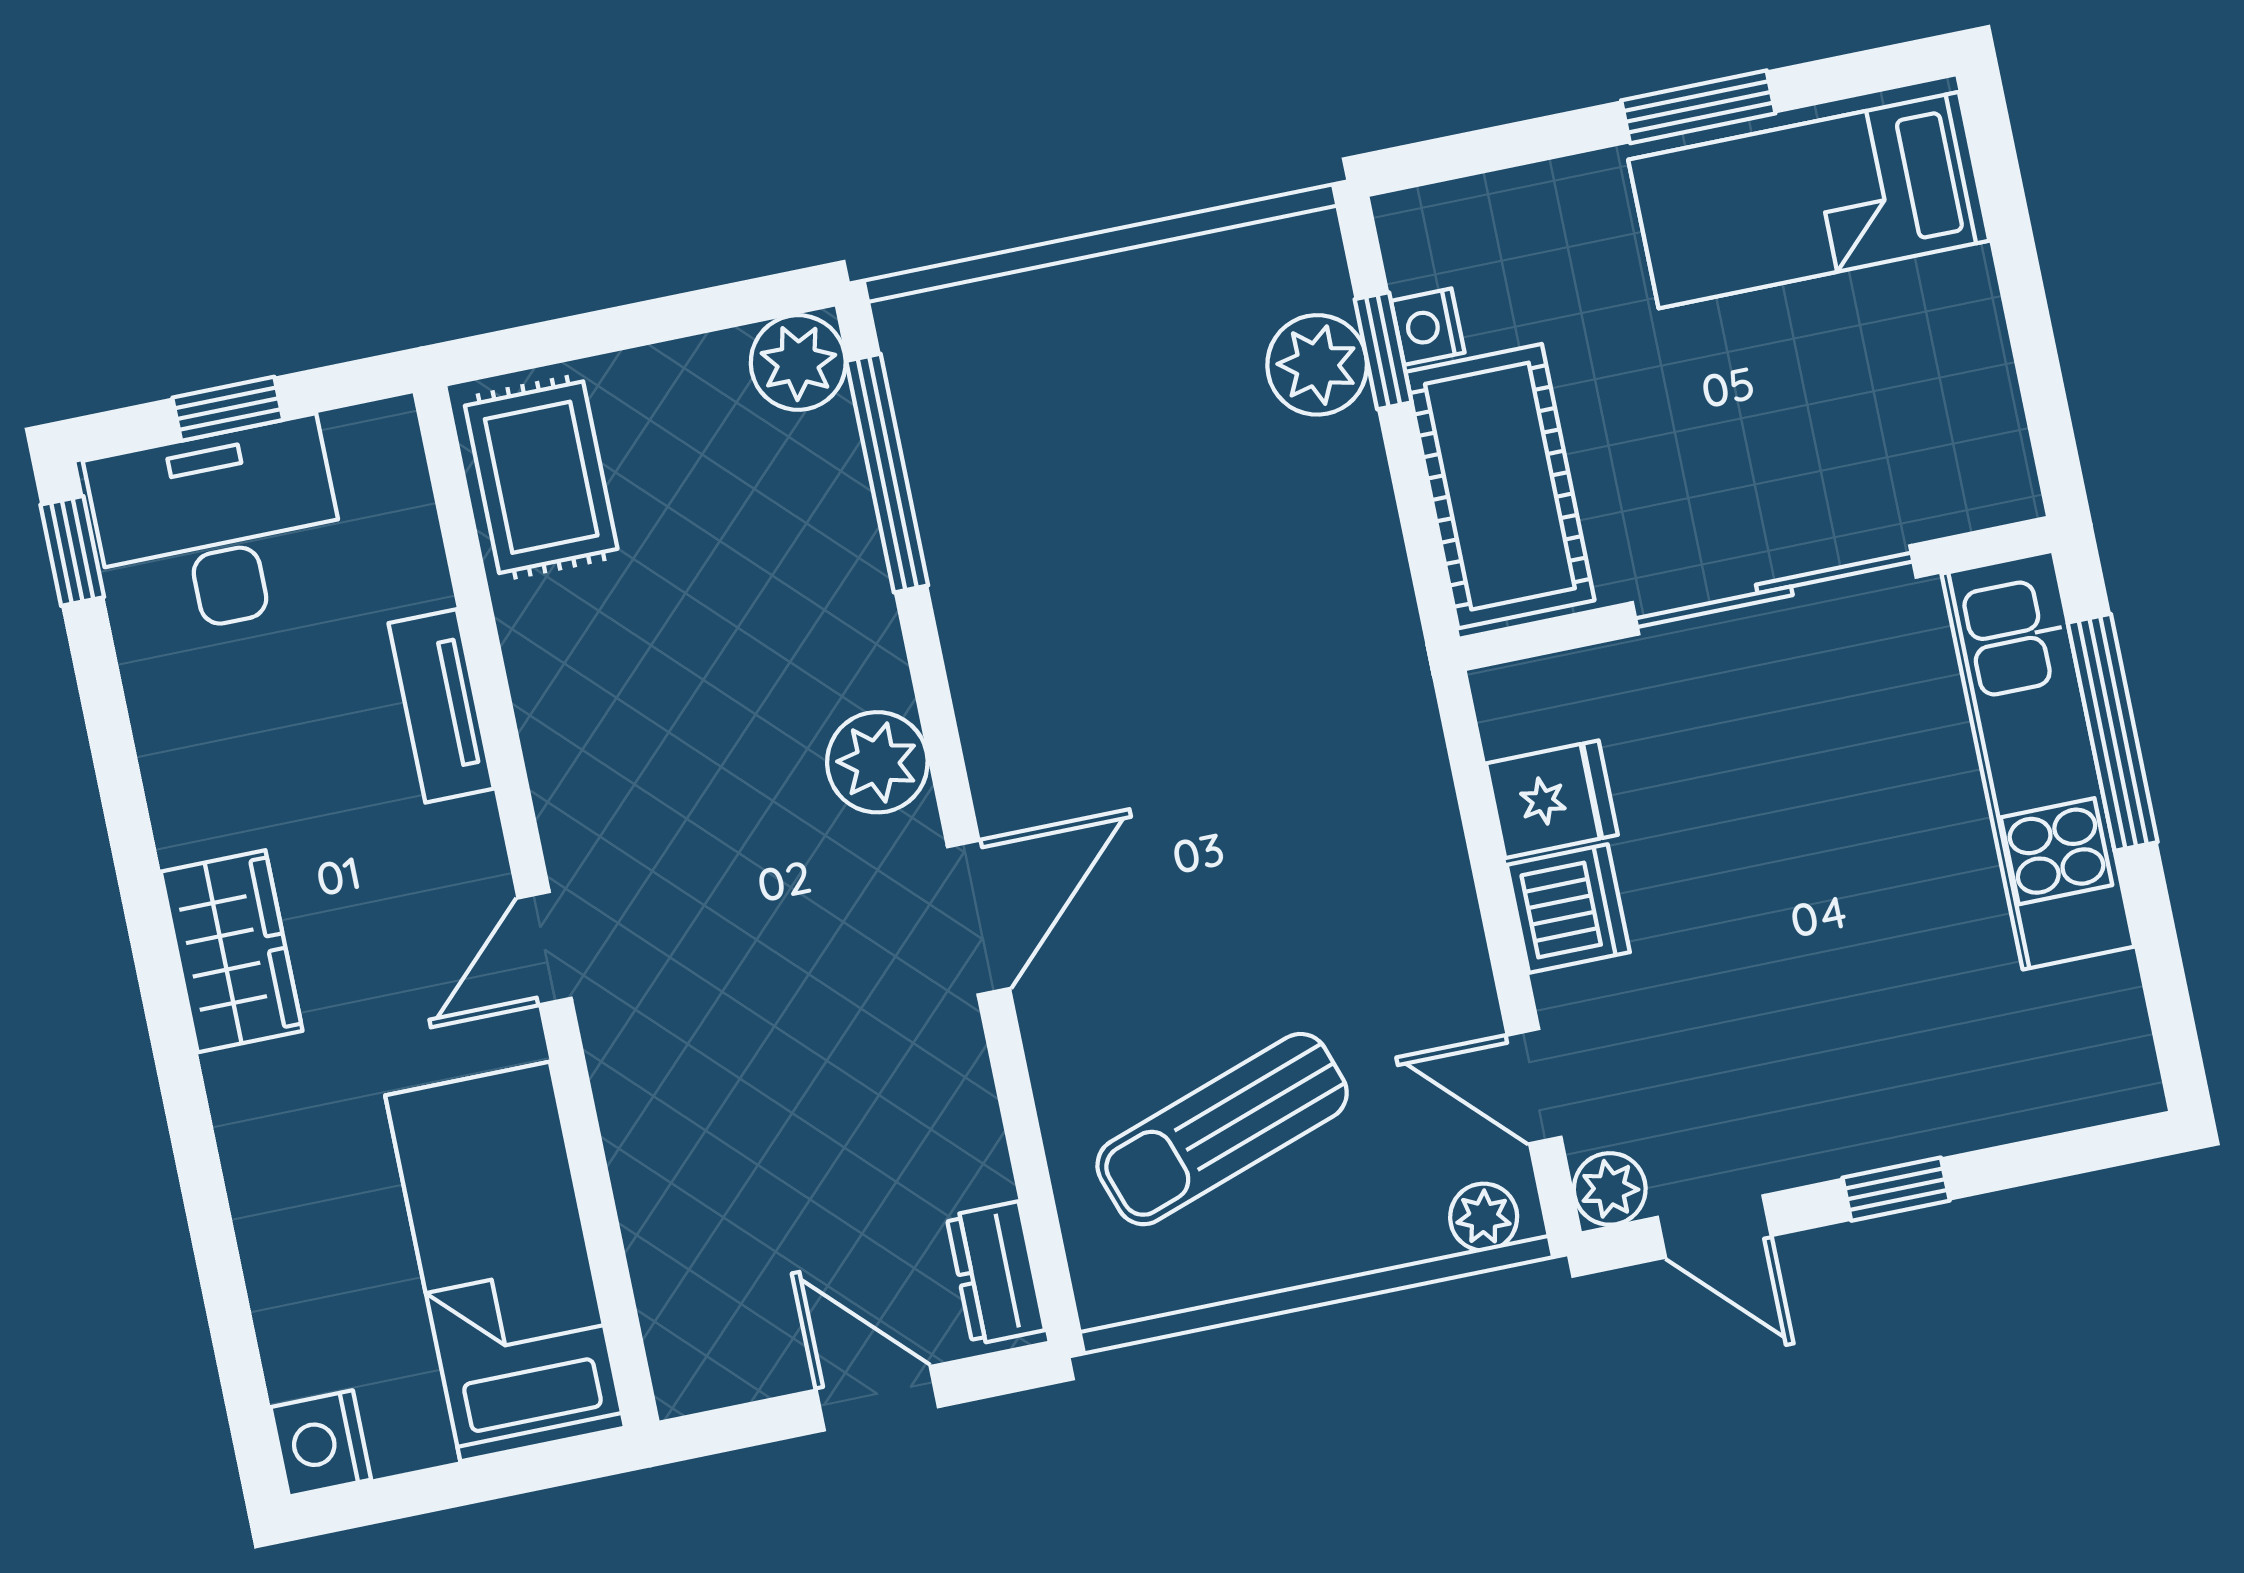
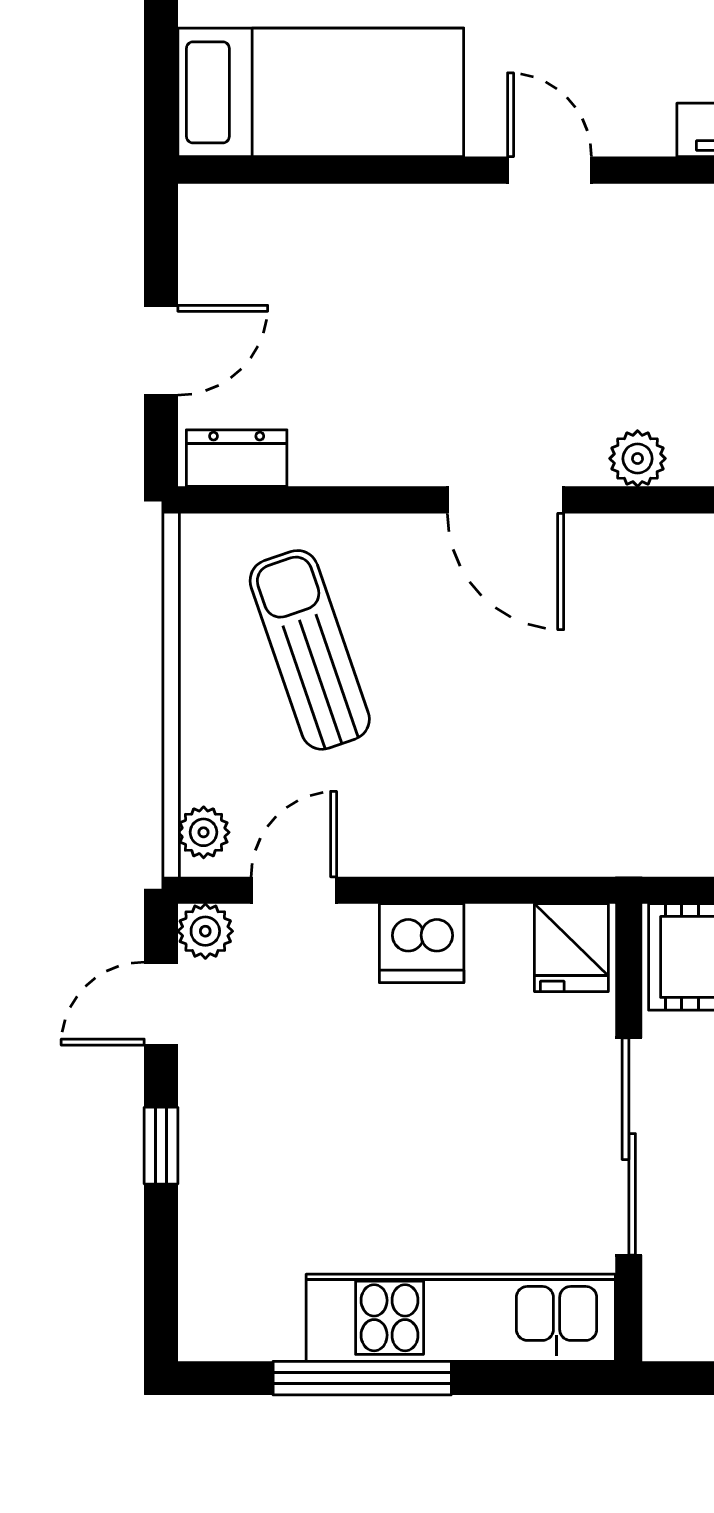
window: (2113, 732) -> (362, 1378), moved
plant: (877, 762) -> (638, 459), width x0.73, depth x0.73
fridge: (1552, 799) -> (571, 948), moved

